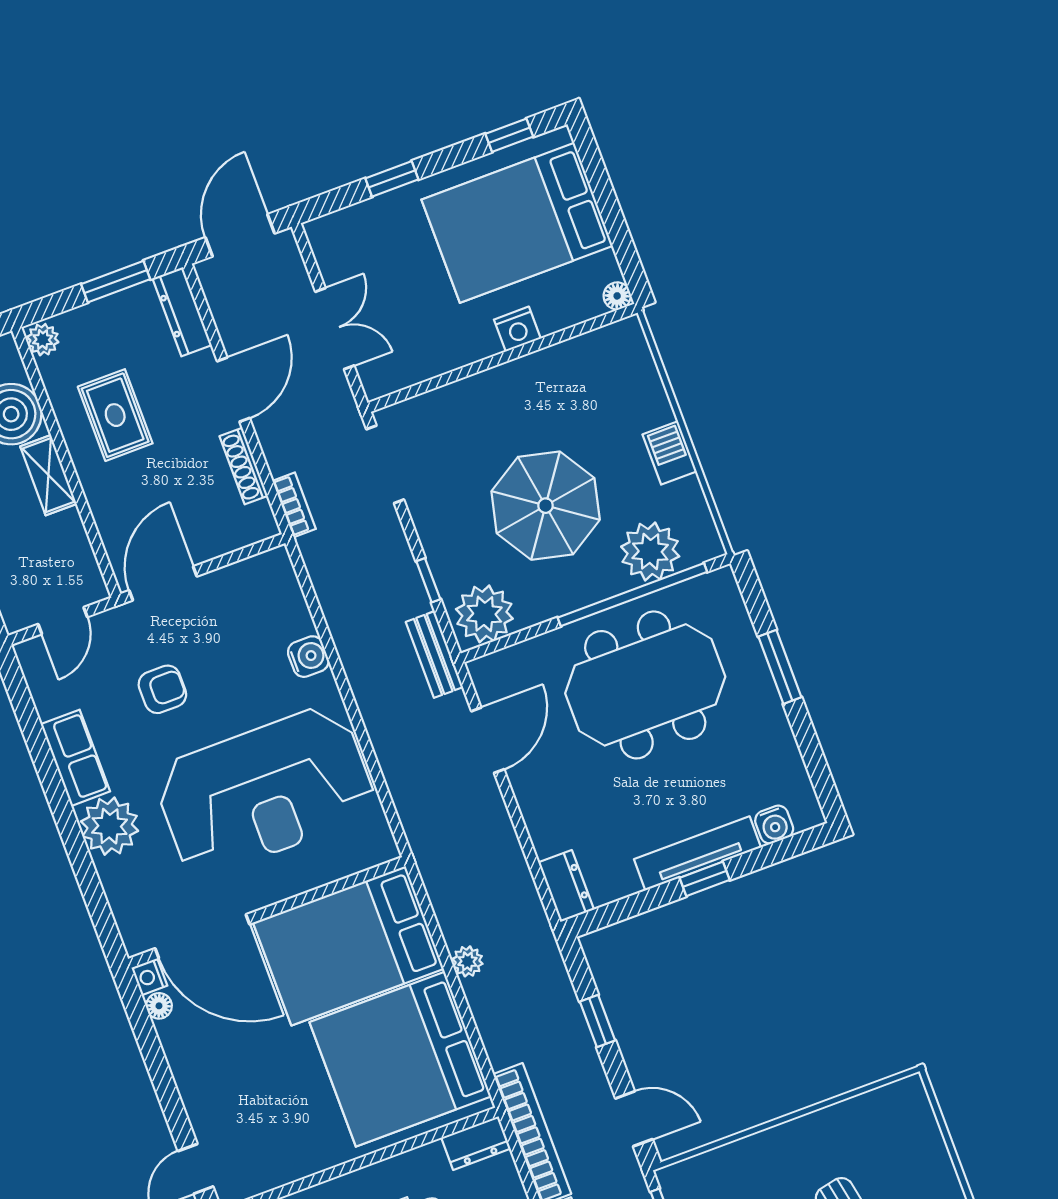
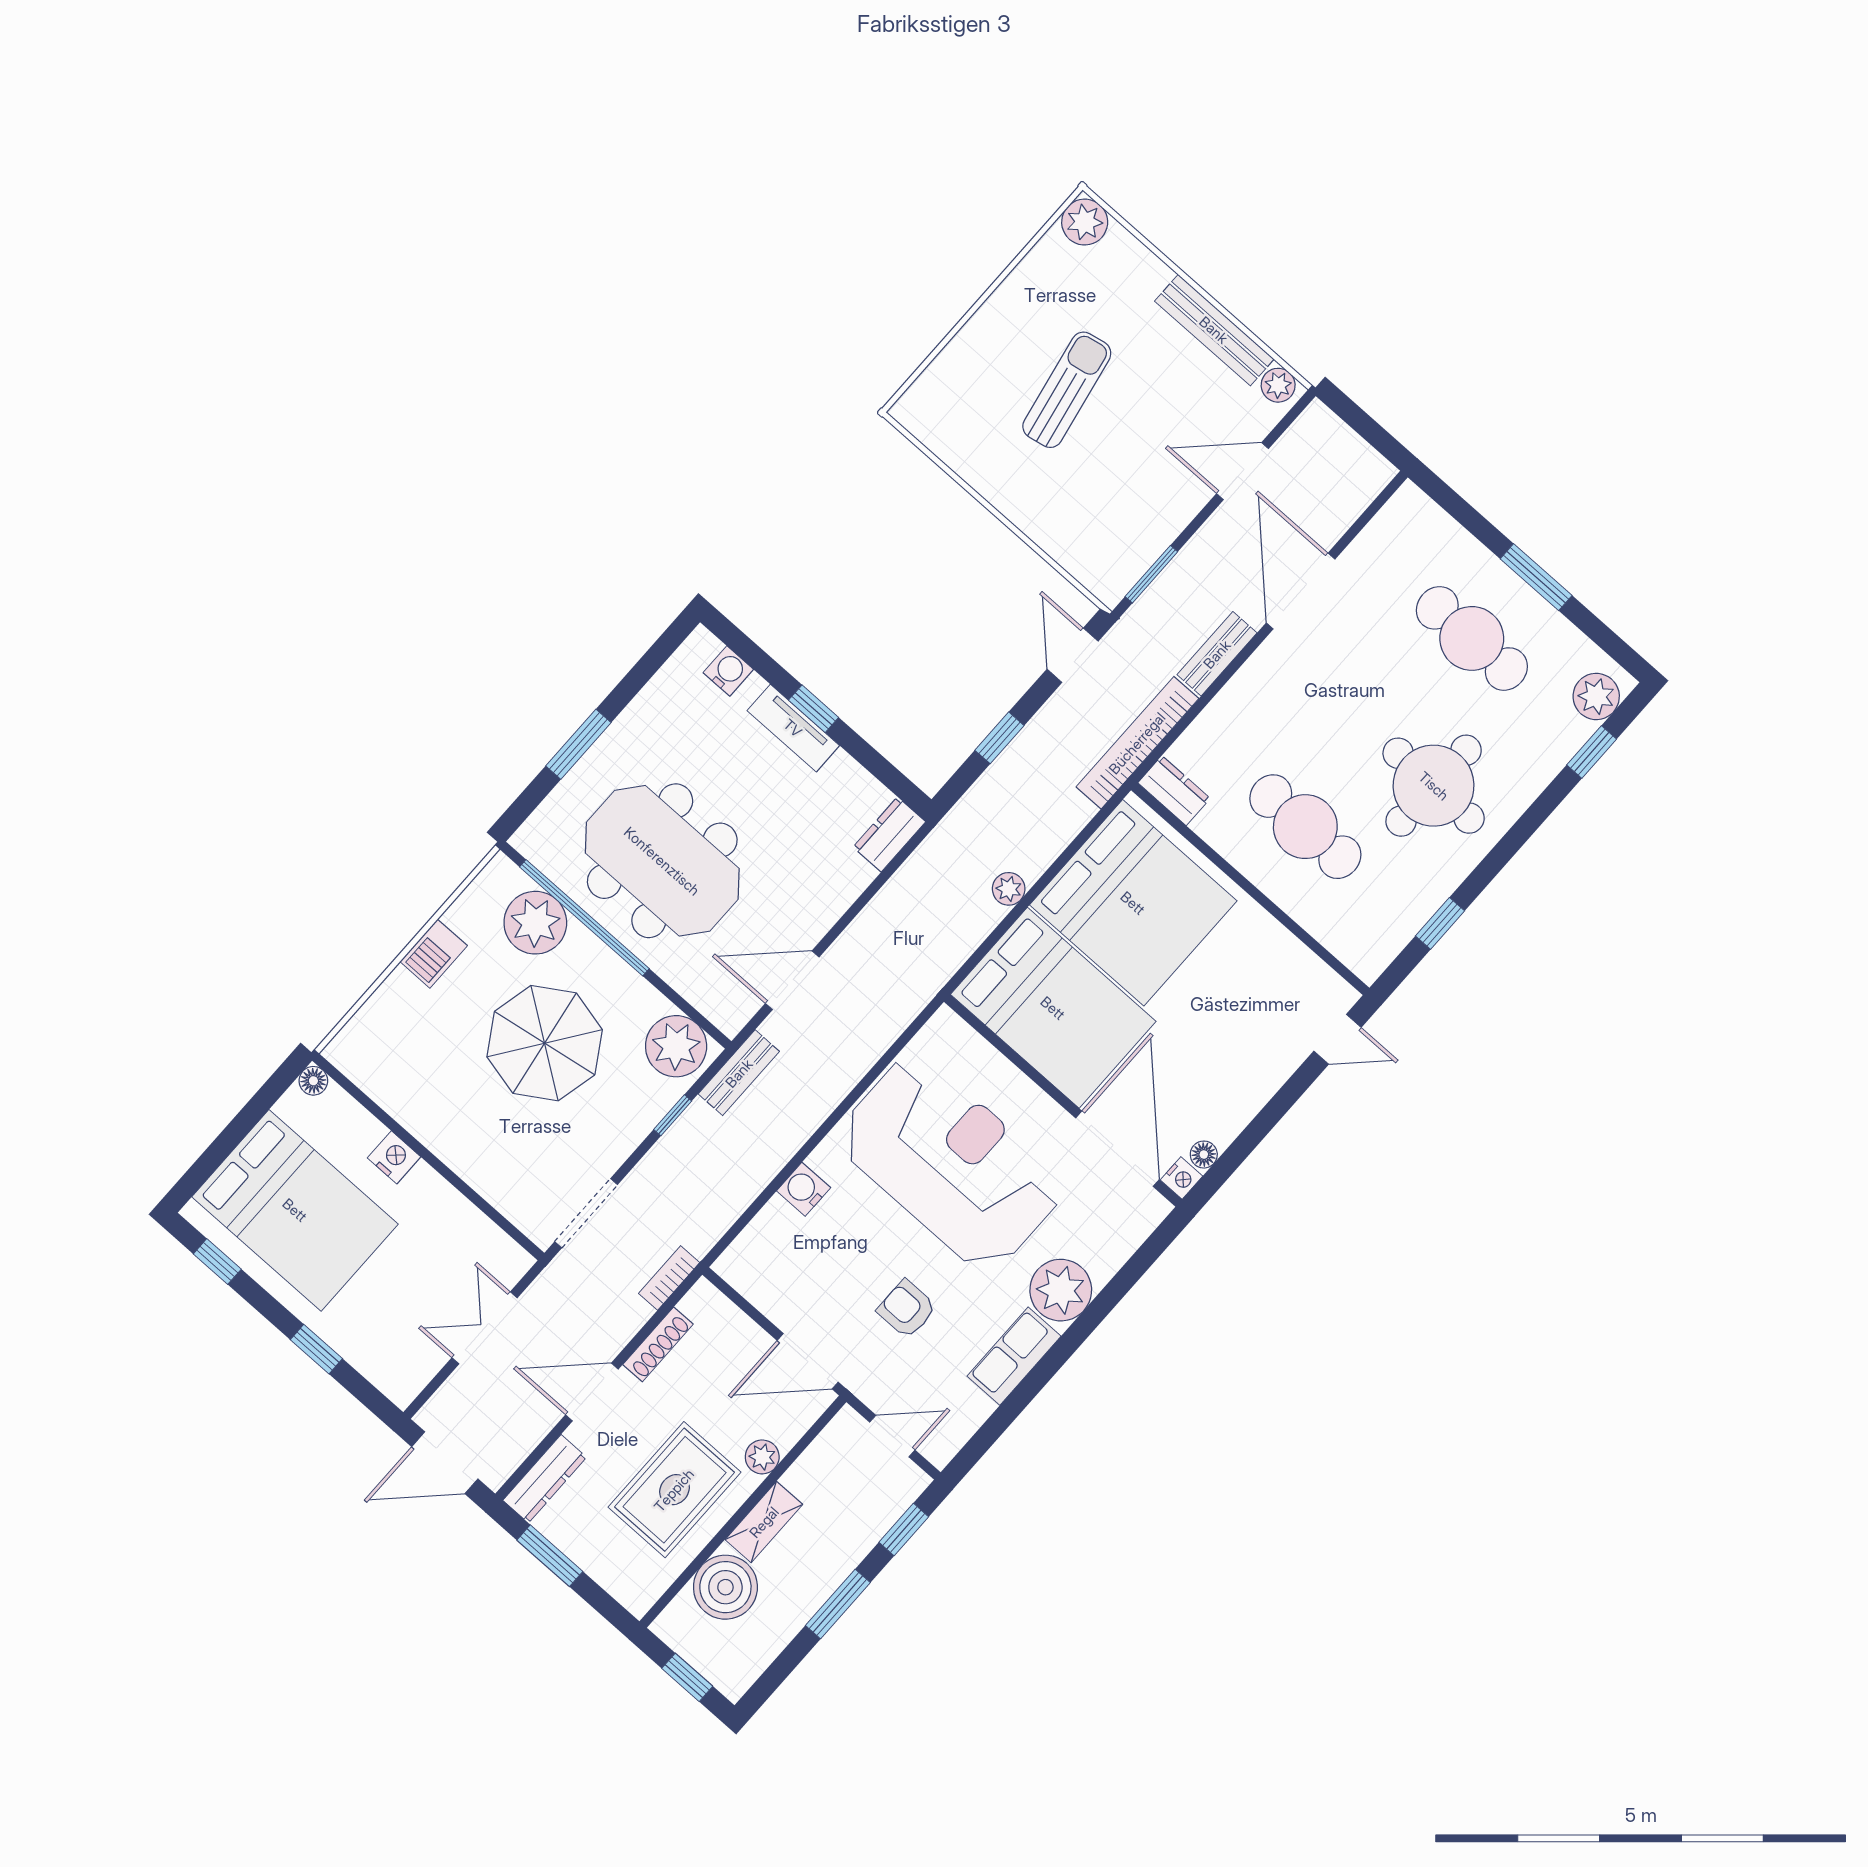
plant: (43, 340) -> (762, 1457), moved
rug: (115, 415) -> (674, 1490), width x1.36, depth x1.43
tv unit: (698, 853) -> (793, 728), width x0.71

